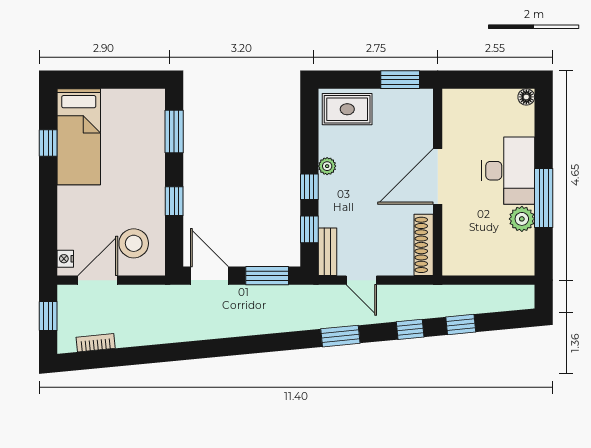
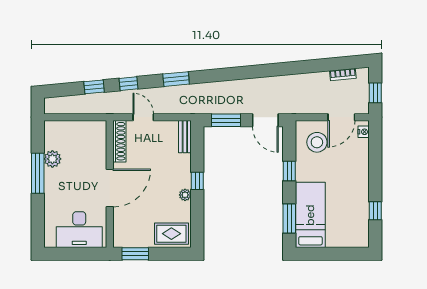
floor lamp: (526, 97) -> (49, 242), removed
bed: (79, 137) -> (310, 215), moved
desk: (508, 171) -> (79, 230), moved, turned -90
window: (309, 229) -> (197, 152), removed
door: (361, 280) -> (143, 117), moved

